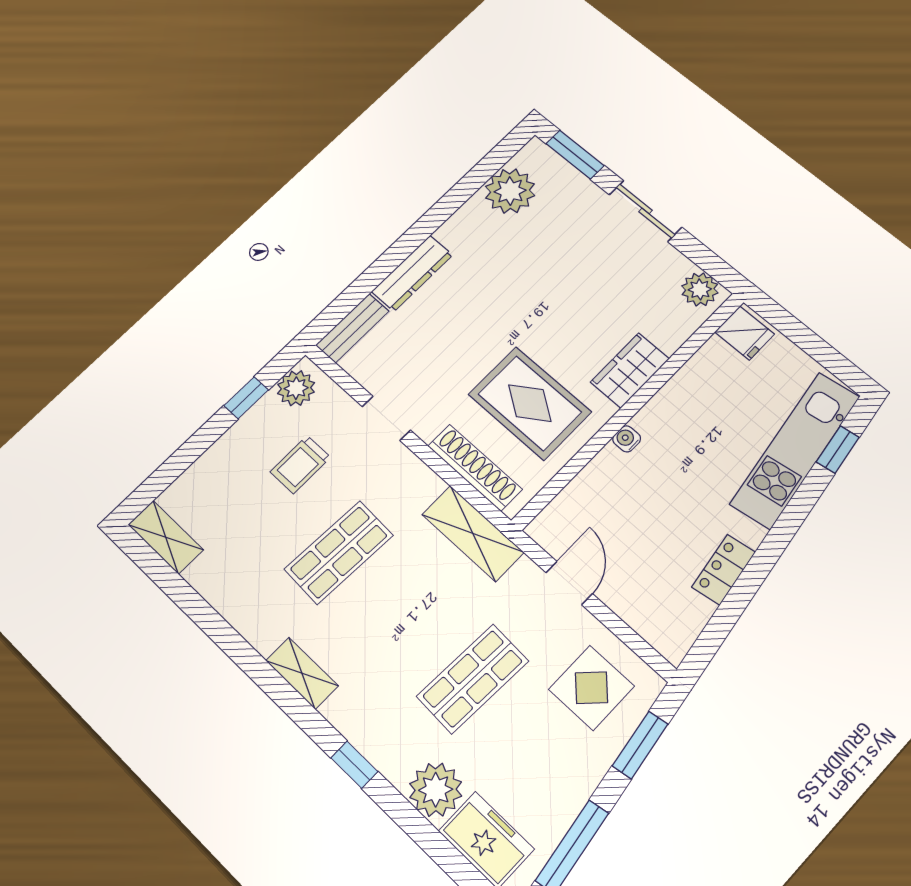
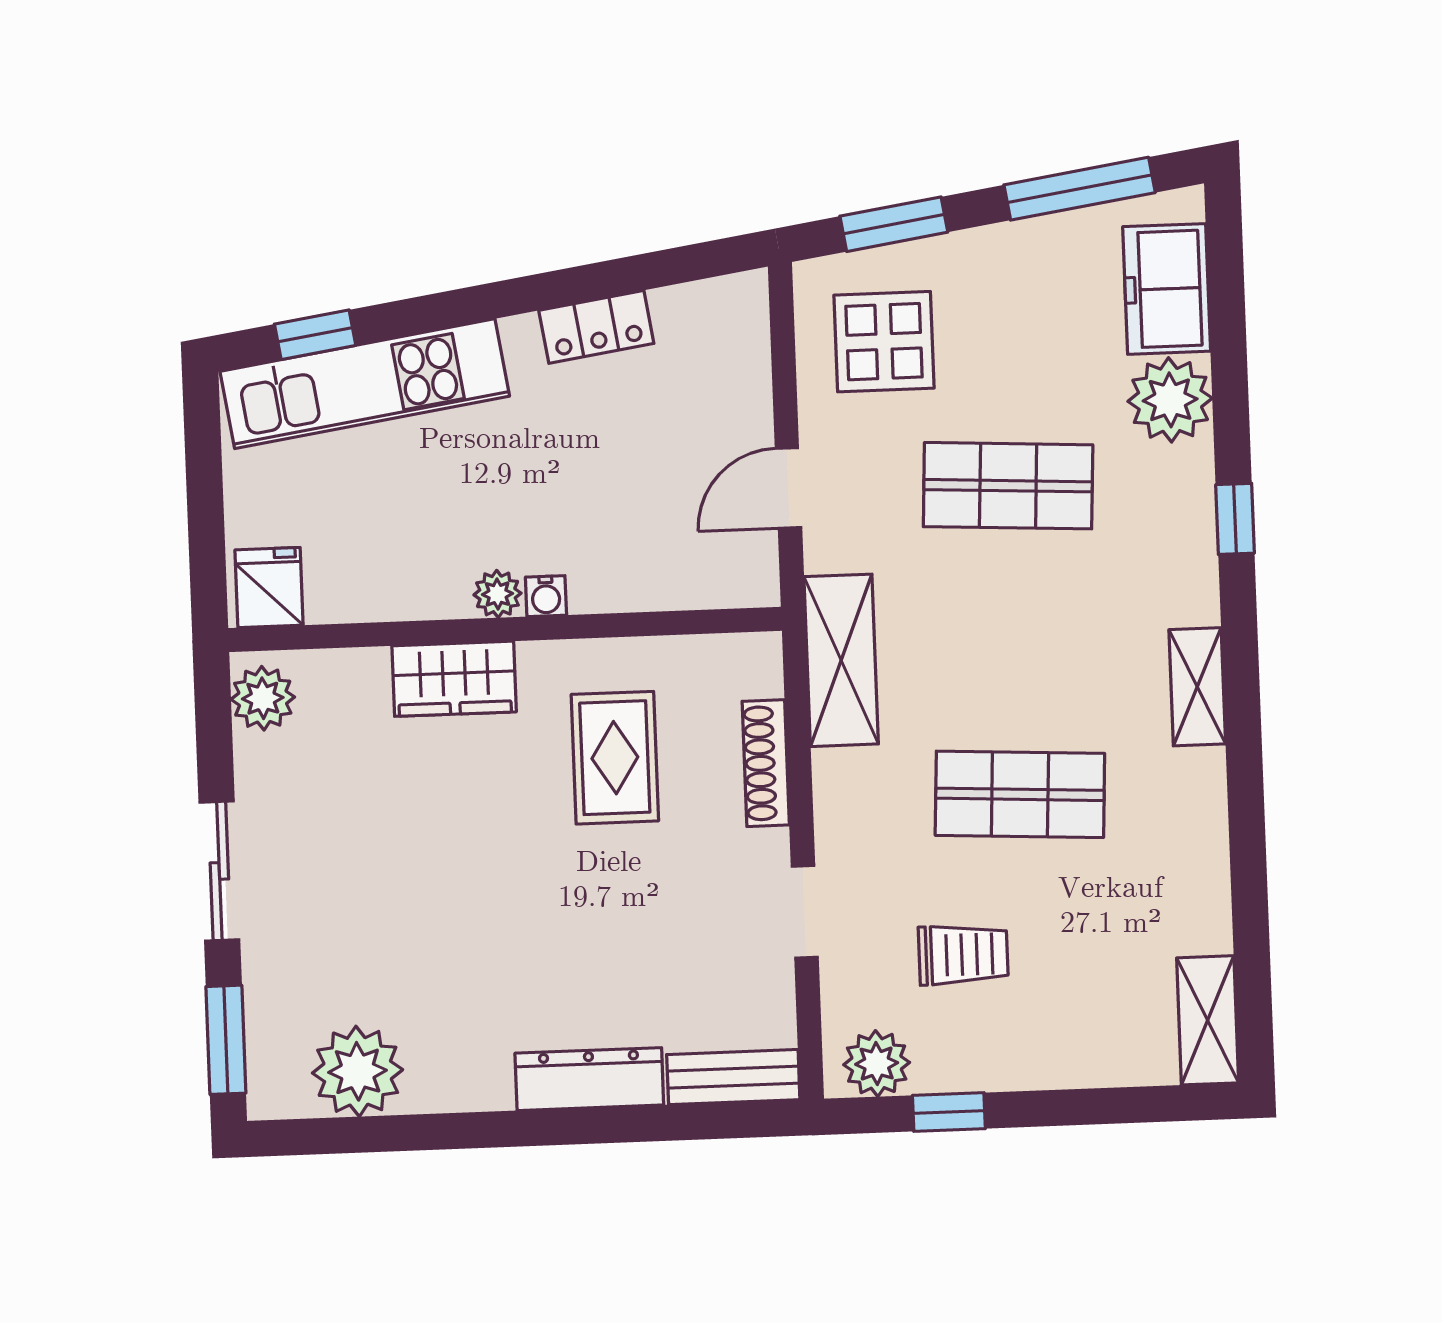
rug: (530, 403) -> (615, 758), width x0.73, depth x0.70
plant: (648, 420) -> (497, 594), added
shoe rack: (475, 468) -> (766, 763), width x0.74, depth x0.81

